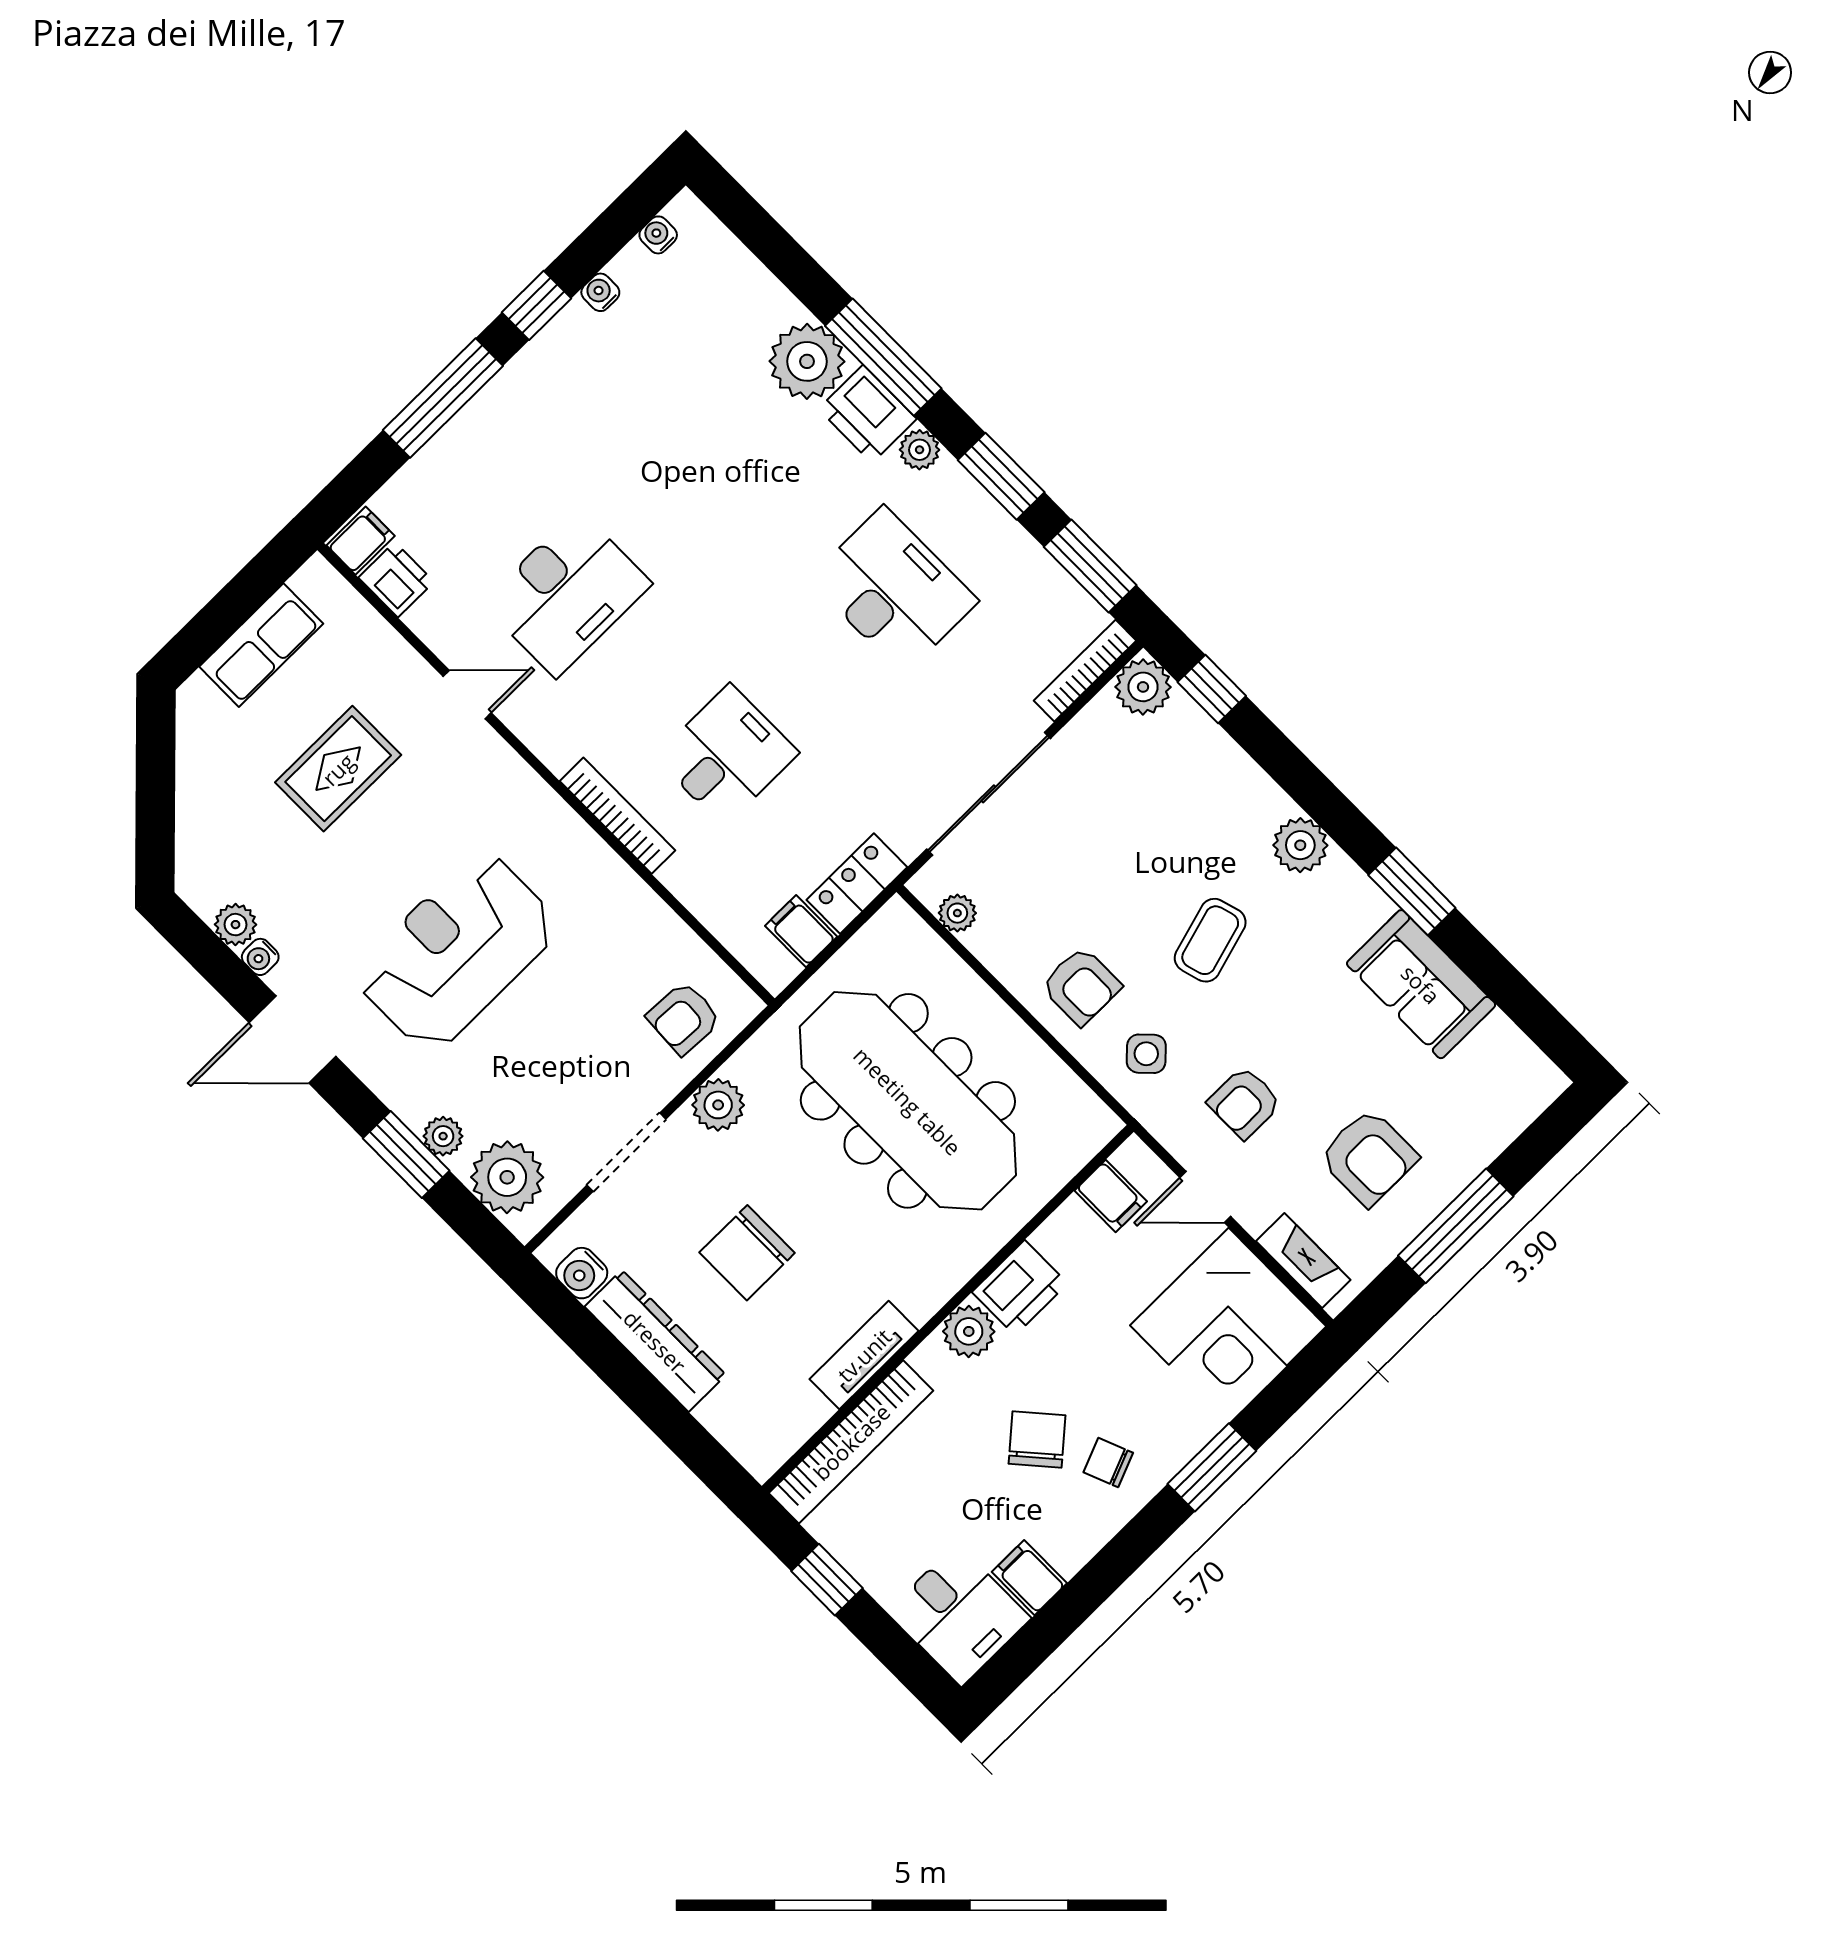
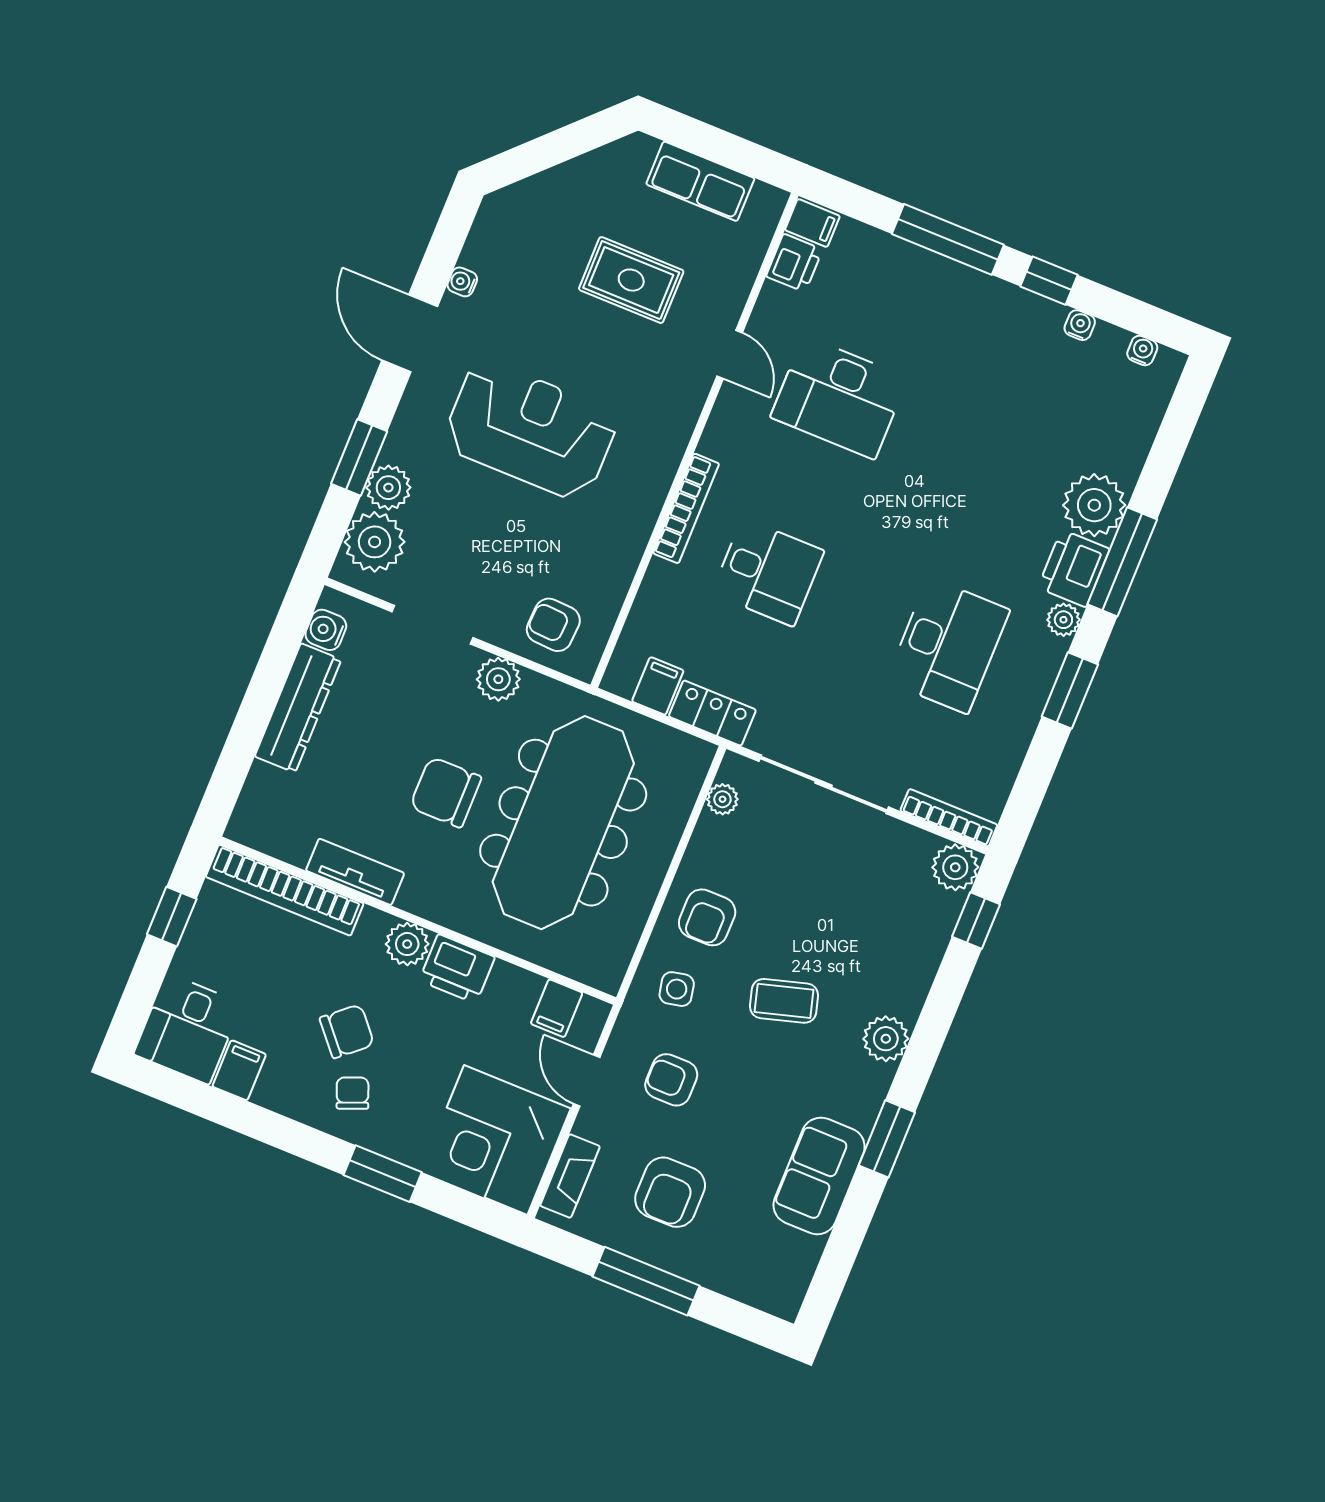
window: (1090, 566) -> (1030, 788), removed
plant: (235, 925) -> (479, 253), removed
side table: (1146, 1054) -> (677, 989), turned 32
plant: (443, 1136) -> (388, 488), width x1.38, depth x1.38
chair: (747, 1253) -> (446, 792), moved

